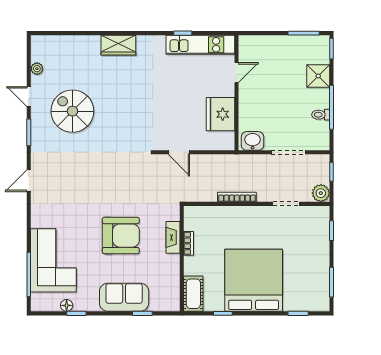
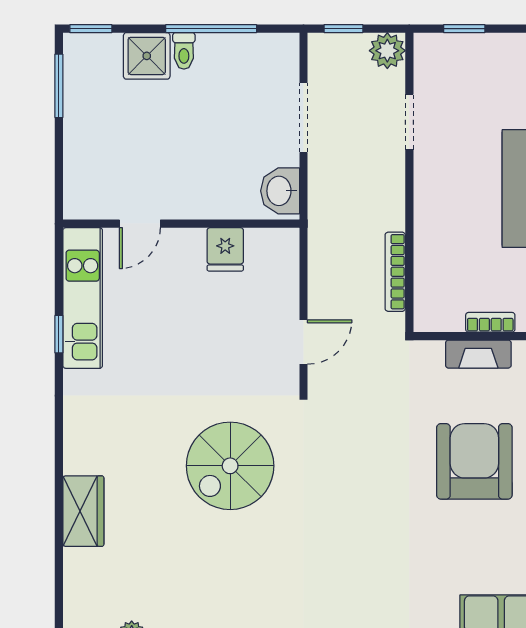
wardrobe: (118, 45) -> (83, 511), moved
door: (237, 73) -> (140, 224), swing flipped
spiral stairs: (72, 111) -> (230, 466), moved
fridge: (220, 114) -> (225, 249), width x0.53, depth x0.75
toilet: (321, 115) -> (184, 51), moved
bookcase: (237, 197) -> (395, 272), moved

